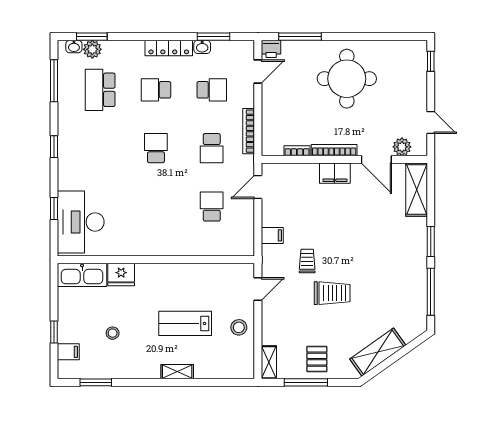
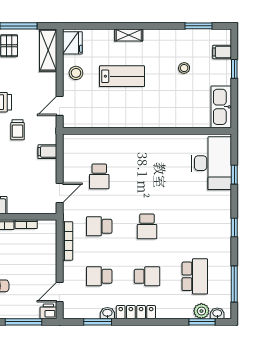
school desk: (212, 148) -> (99, 226), turned -90
fridge: (121, 274) -> (72, 43), moved, turned 90
kitchen sink: (82, 275) -> (221, 107), moved, turned -90
shelving: (269, 362) -> (48, 50), width x1.50, depth x1.33

